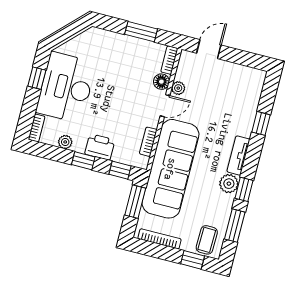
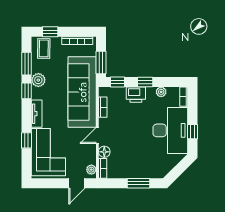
window: (141, 32) -> (139, 183), moved
plant: (178, 88) -> (91, 170), moved
corner sofa: (236, 100) -> (48, 152), added
plant: (229, 184) -> (38, 80), moved

